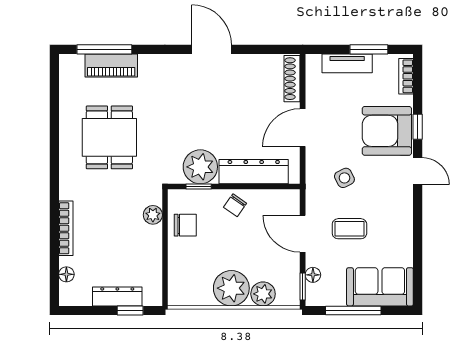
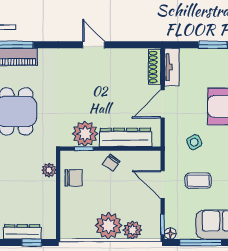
door: (212, 49) -> (94, 45), width x0.73
tv unit: (347, 63) -> (172, 67), moved, turned -90
floor lamp: (313, 275) -> (170, 233), moved

